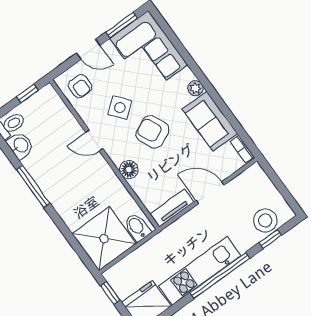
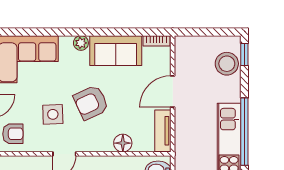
side table: (120, 108) -> (53, 114), turned 37
floor lamp: (129, 170) -> (123, 143), moved
window: (270, 239) -> (244, 54), moved

